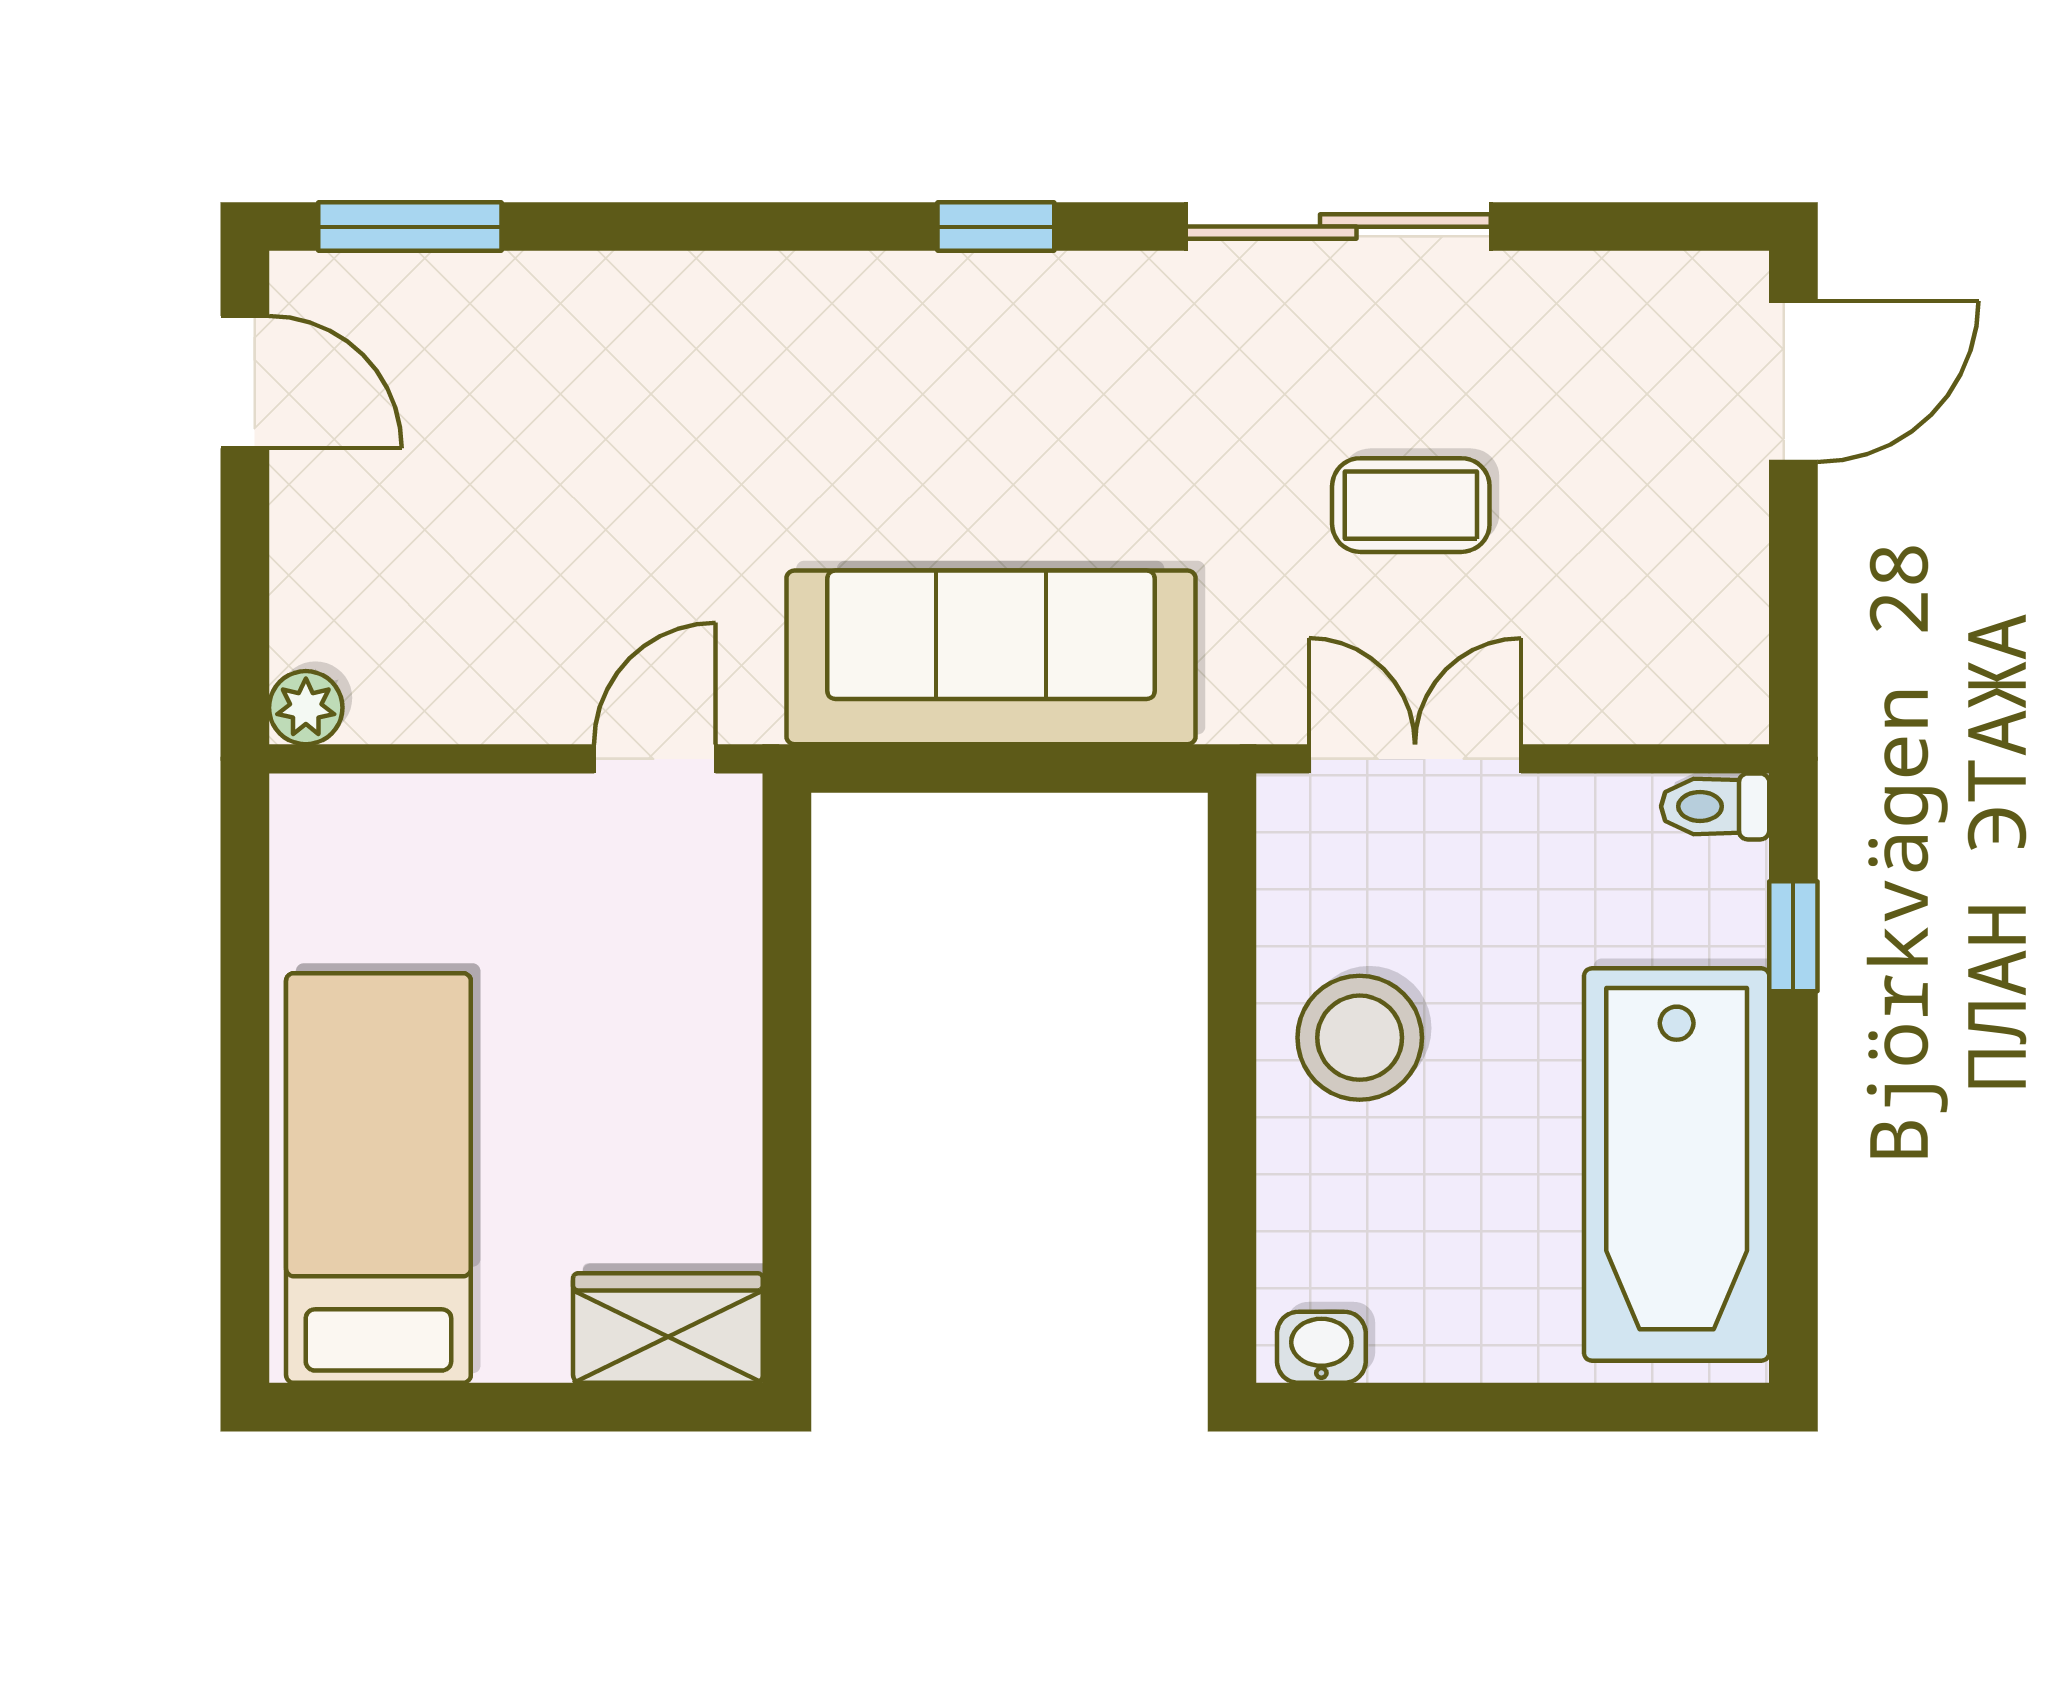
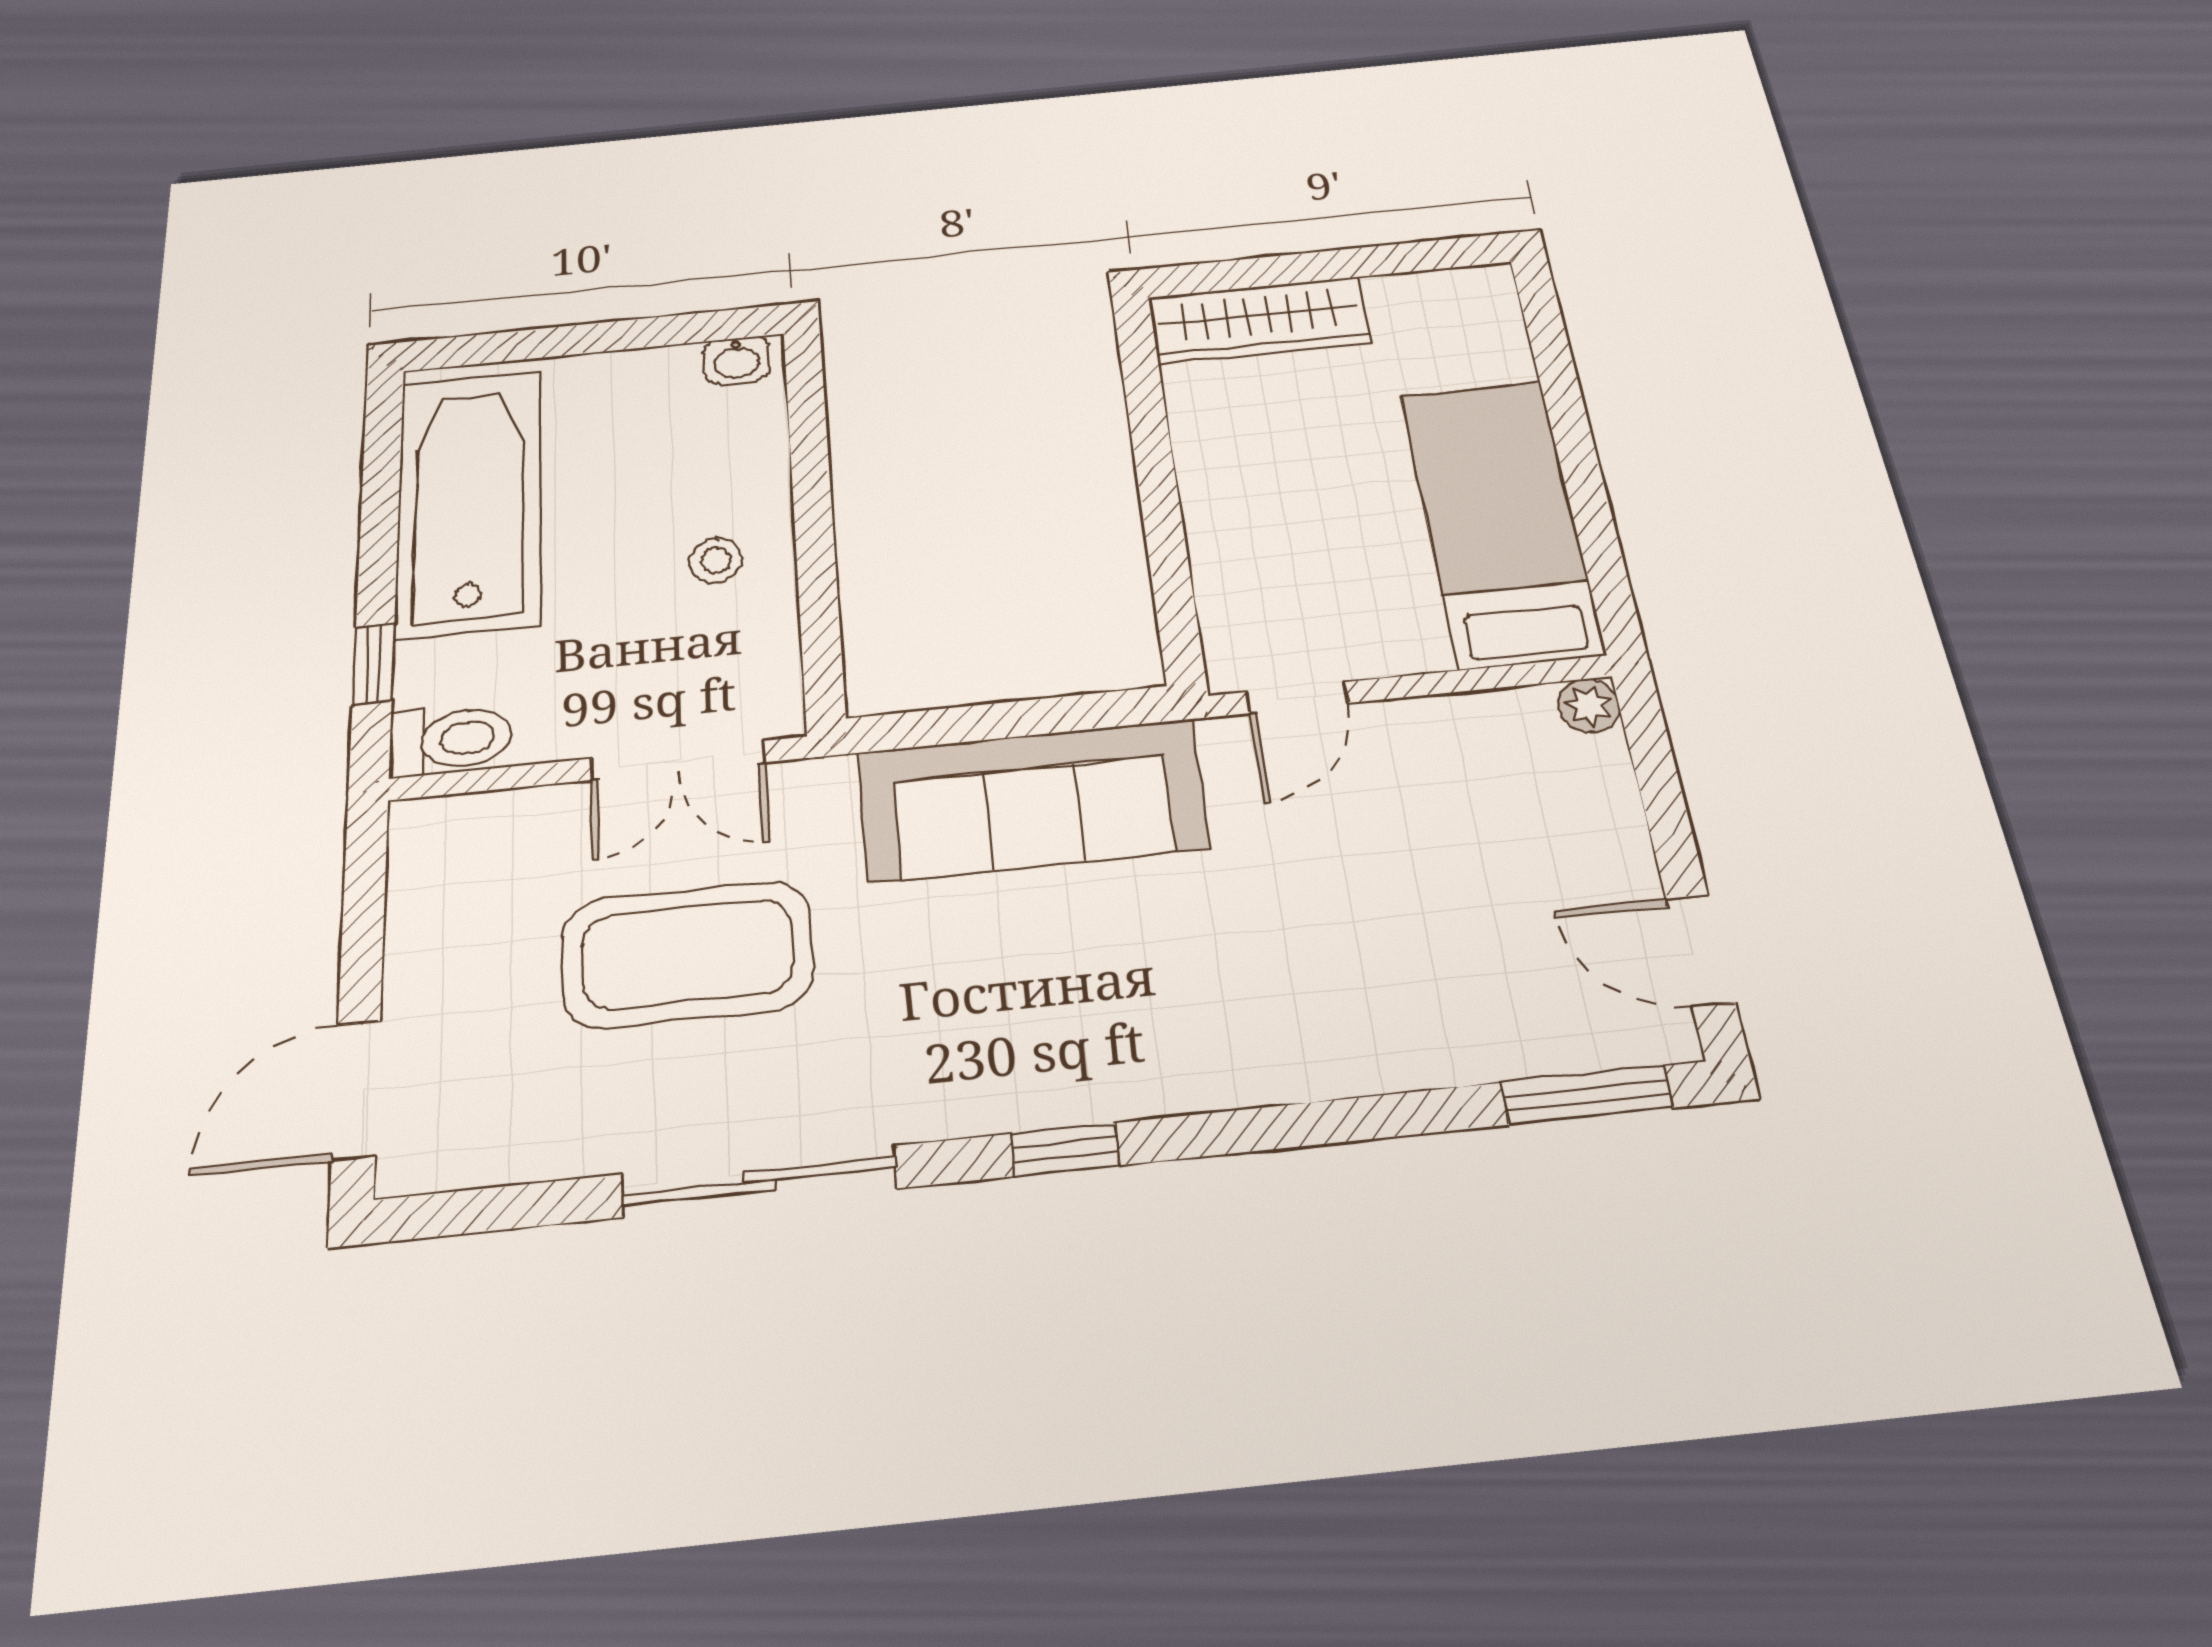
coffee table: (1411, 505) -> (687, 954), width x1.86, depth x1.72
toilet: (1715, 806) -> (451, 740), width x1.37, depth x1.39
stool: (1360, 1038) -> (716, 560), width x0.53, depth x0.53
bed: (378, 1178) -> (1501, 522), moved, turned 180
wardrobe: (668, 1328) -> (1259, 320), width x1.50

